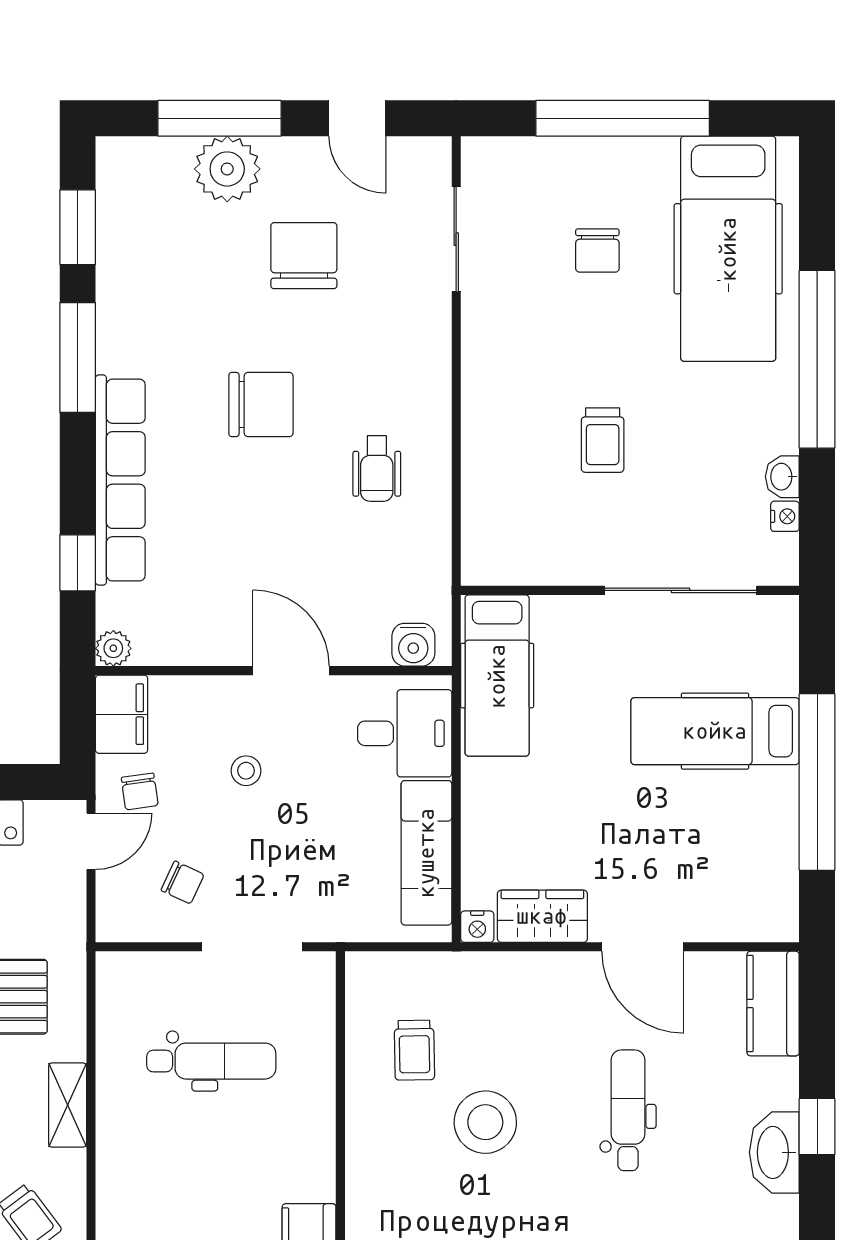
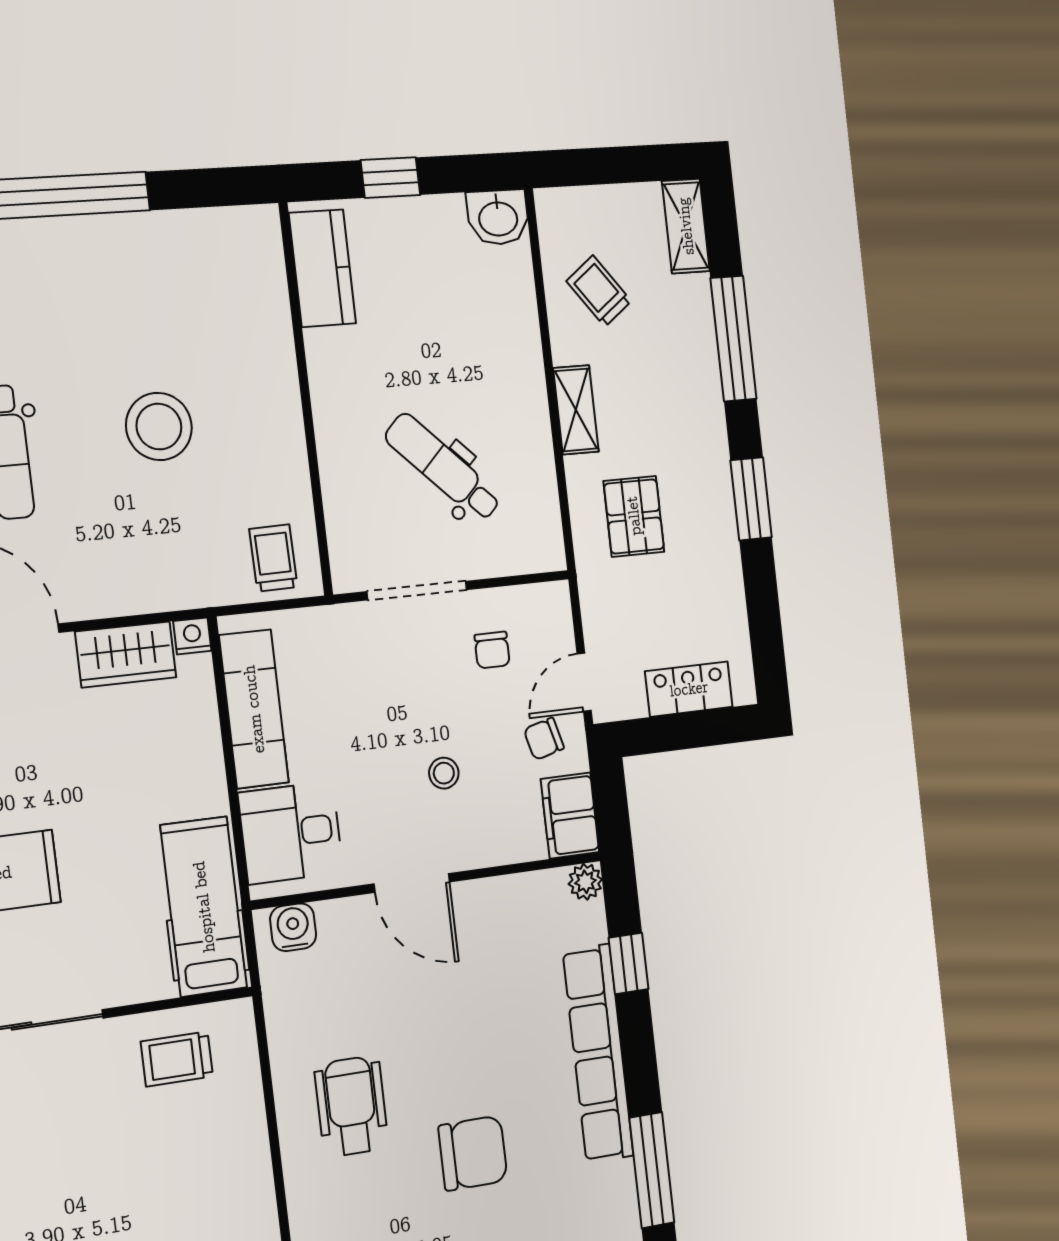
chair: (261, 404) -> (473, 1153), turned 180
trolley: (603, 440) -> (177, 1059), moved, turned -90
wheelchair: (377, 469) -> (351, 1106), width x1.36, depth x1.37
chair: (140, 791) -> (544, 739), turned -97
chair: (183, 882) -> (492, 650), turned -115
trolley: (414, 1050) -> (273, 558), moved
dental chair: (211, 1061) -> (443, 467), turned 45

